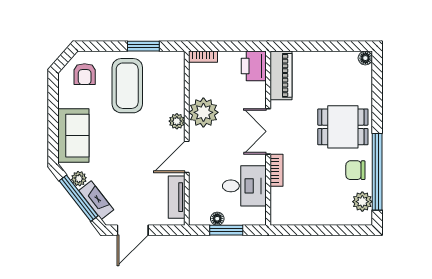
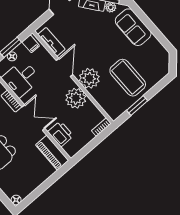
printer: (254, 66) -> (61, 134), moved
armchair: (85, 74) -> (155, 64), removed
plant: (177, 121) -> (89, 78), width x1.87, depth x1.87
filing cabinet: (201, 215) -> (31, 44), added
floor lamp: (217, 219) -> (12, 56), moved

